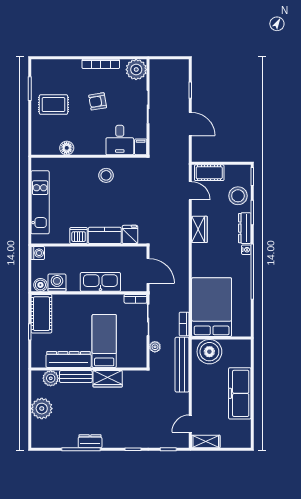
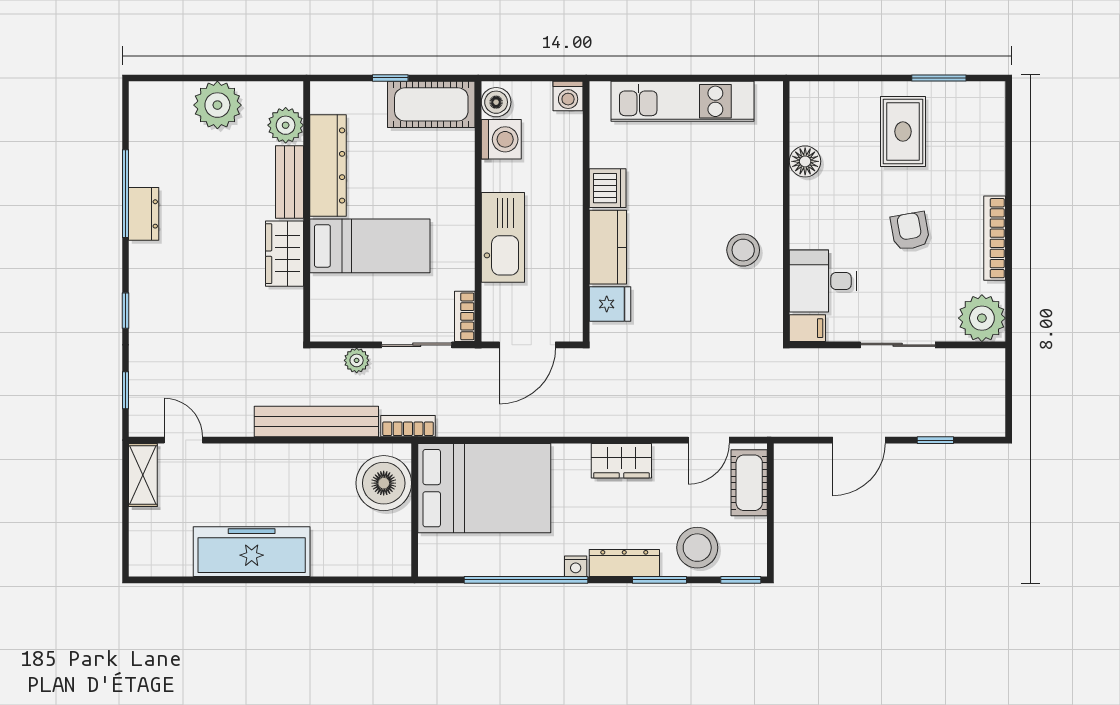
bed: (212, 307) -> (484, 488), moved
wall: (221, 338) -> (415, 510), moved
boiler: (209, 352) -> (384, 483), moved

